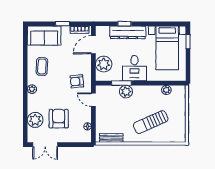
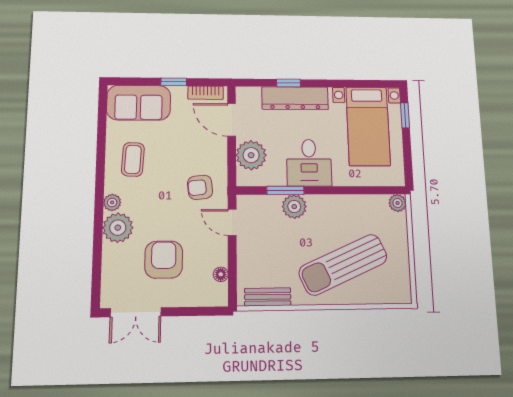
door: (93, 45) -> (232, 120), hinge flipped
plant: (166, 90) -> (398, 203), moved
plant: (35, 120) -> (118, 228), moved
sun lounger: (151, 122) -> (343, 265), width x1.36, depth x1.34

